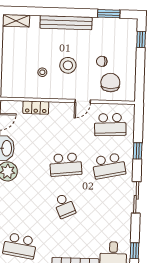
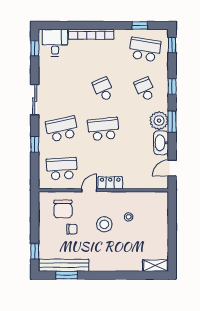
bench: (66, 23) -> (64, 265), moved
locker: (36, 108) -> (110, 183), moved
school desk: (21, 204) -> (145, 89), added

